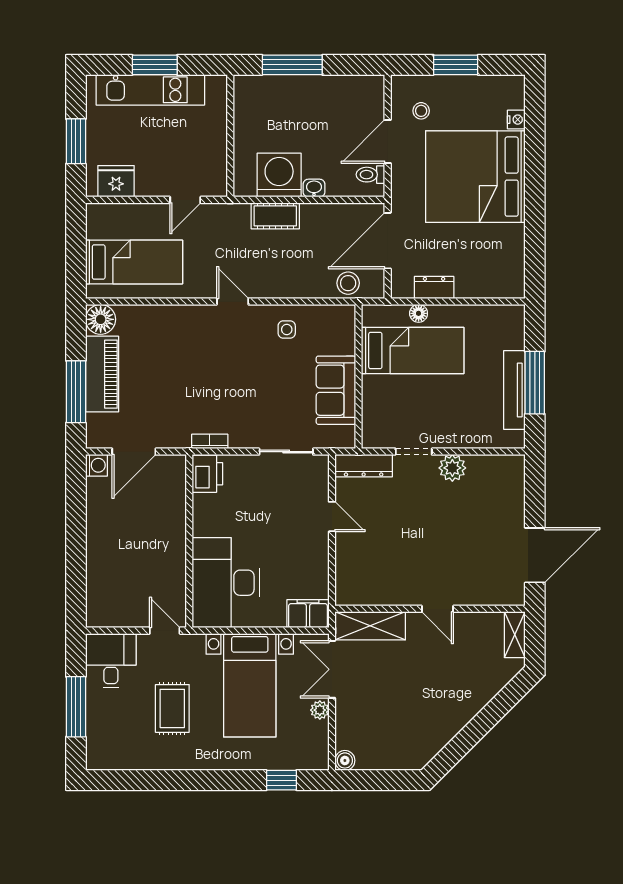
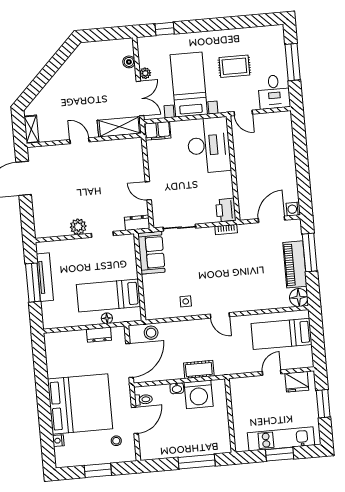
door: (185, 200) -> (272, 373), moved
sofa: (336, 390) -> (151, 253), moved
dresser: (364, 466) -> (137, 223), width x0.70
rug: (172, 708) -> (234, 66), turned 90
boiler: (345, 760) -> (129, 62), moved

